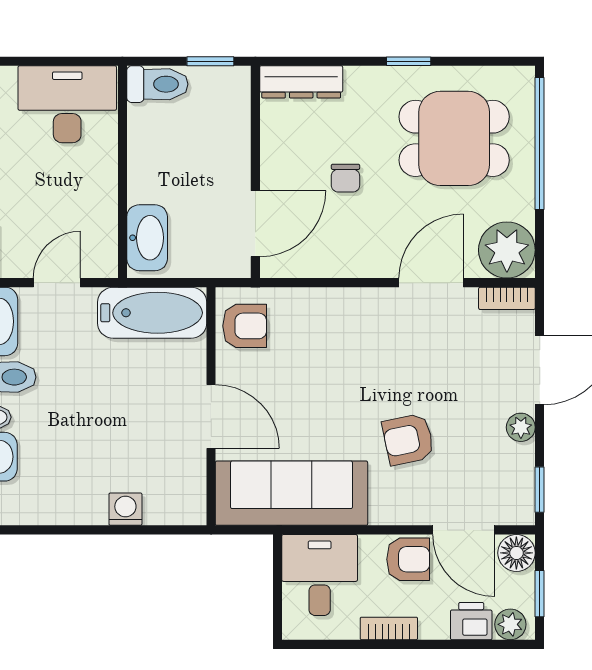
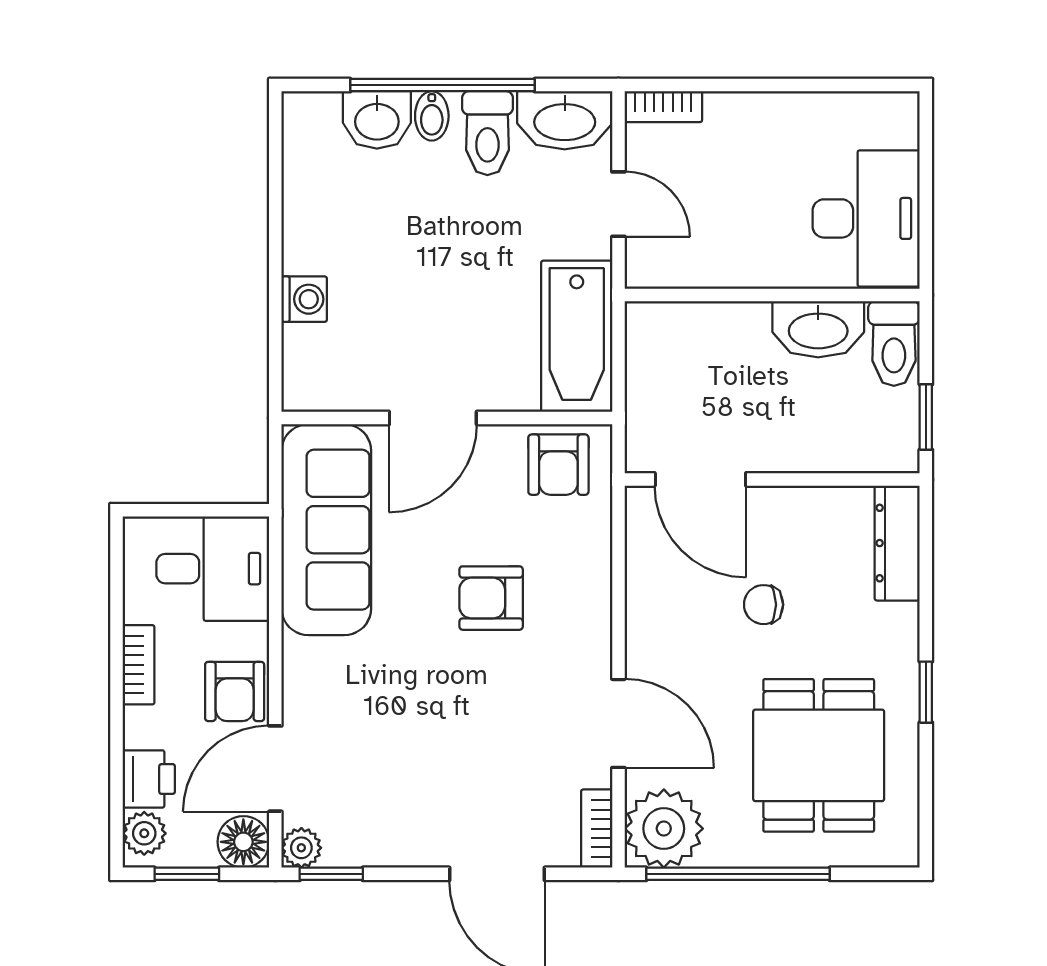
window: (540, 143) -> (738, 874), moved
washbasin: (147, 238) -> (818, 329), moved
plant: (521, 427) -> (301, 848), moved
armchair: (408, 439) -> (491, 598), moved, turned -78

